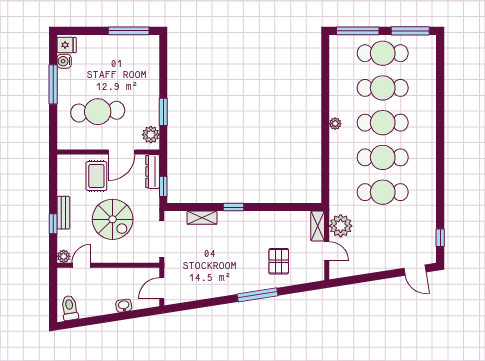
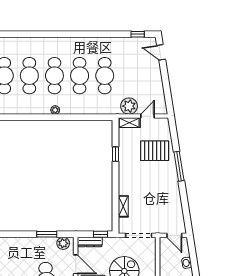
window: (233, 207) -> (115, 154), moved
pallet: (279, 261) -> (155, 151), width x1.50, depth x1.42
door: (415, 270) -> (161, 52), swing flipped

